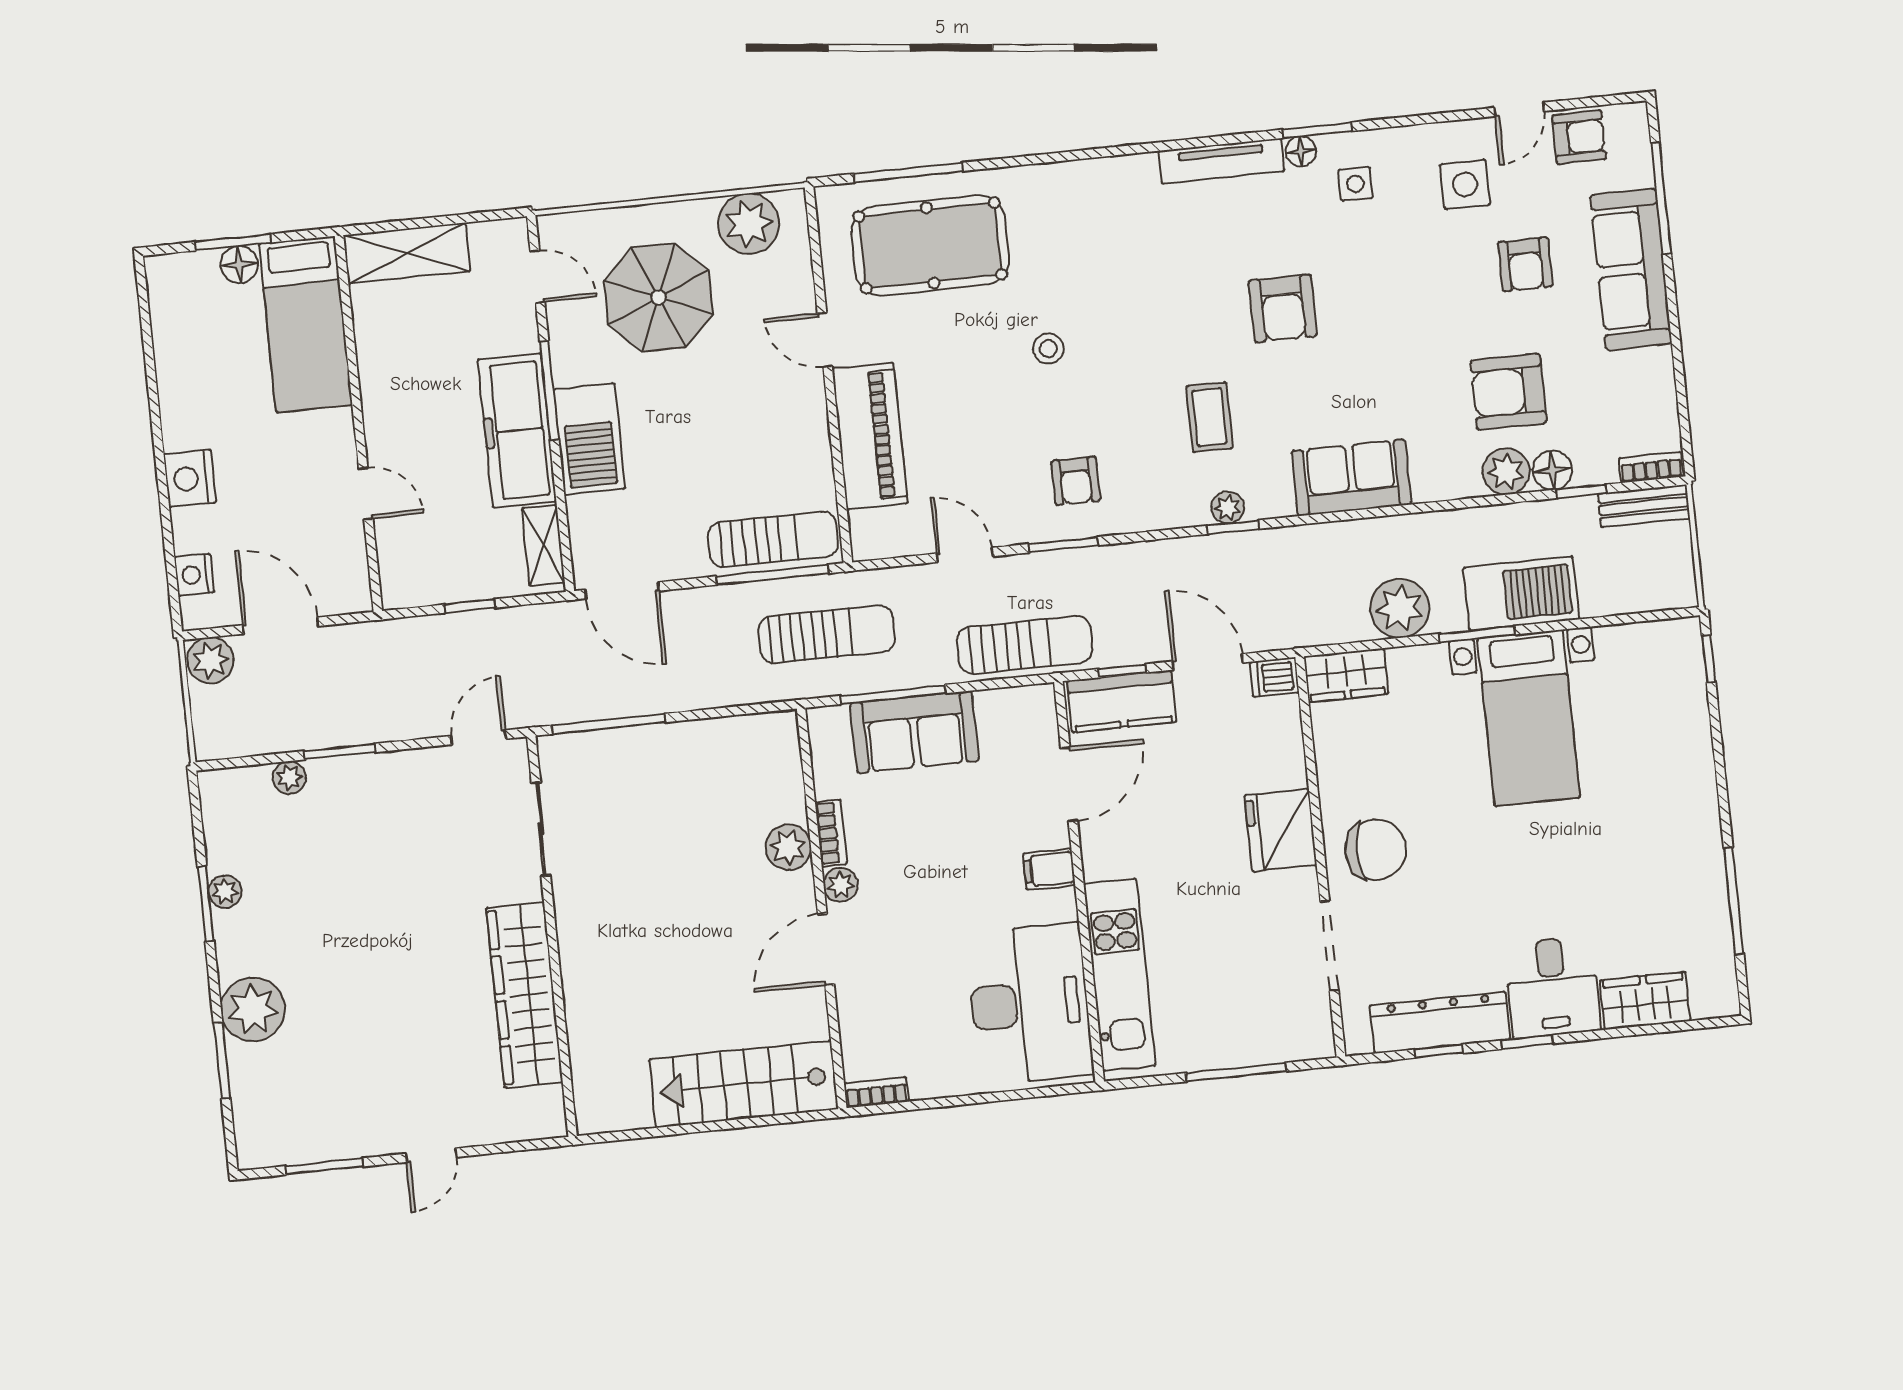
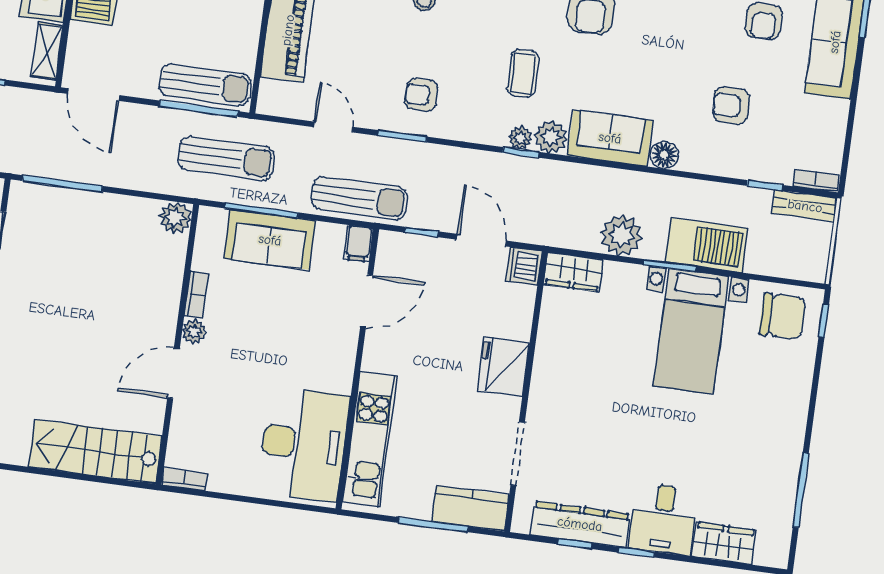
armchair: (1508, 392) -> (731, 105), width x0.72, depth x0.72
floor lamp: (1552, 470) -> (664, 155), moved
plant: (1506, 471) -> (551, 137), moved
armchair: (1076, 481) -> (421, 95), turned 90
dishwasher: (1274, 677) -> (524, 266), width x1.38
kitchen counter: (1122, 701) -> (470, 508), moved, turned 180
plant: (788, 847) -> (175, 218), moved
chair: (1376, 850) -> (783, 316), moved
filing cabinet: (1049, 869) -> (358, 244), moved, turned -90

